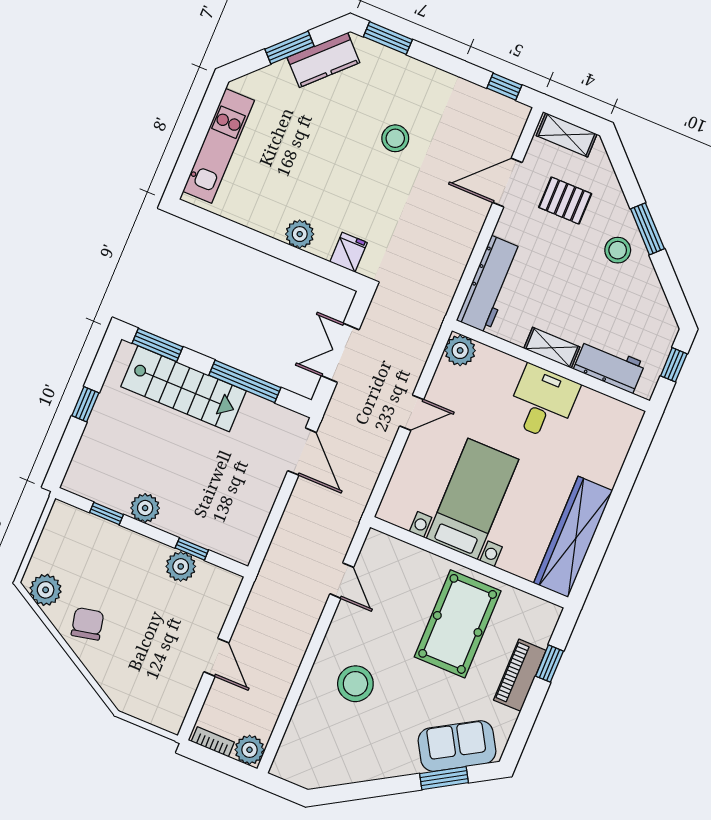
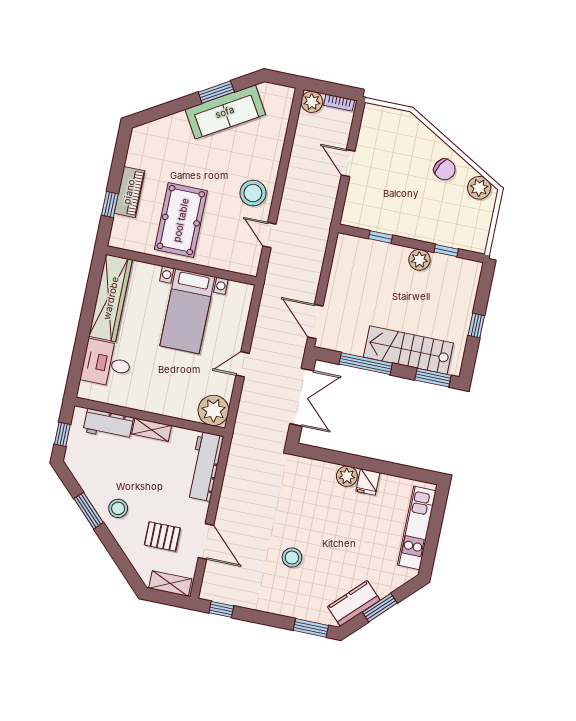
door: (507, 183) -> (206, 541), hinge flipped
window: (647, 229) -> (89, 511), moved
fridge: (349, 252) -> (368, 482), moved
plant: (460, 350) -> (213, 410), width x1.36, depth x1.36
double door: (340, 353) -> (302, 397), width x1.37
desk: (542, 402) -> (107, 364), moved, turned 90
plant: (181, 566) -> (386, 223), removed
chair: (87, 624) -> (445, 169), turned -48
stool: (355, 684) -> (253, 193), moved
sofa: (457, 746) -> (225, 112), moved, width x1.36
window: (444, 778) -> (216, 92), moved

